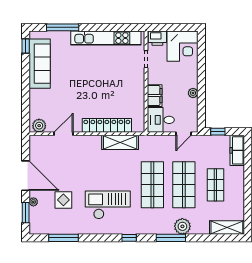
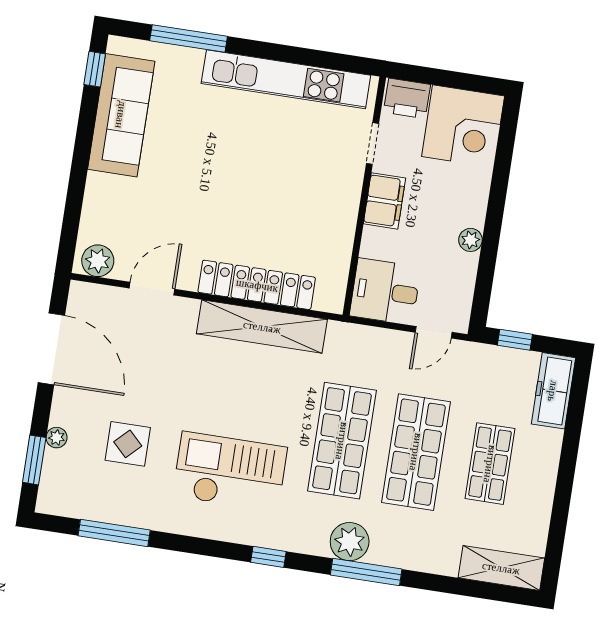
filing cabinet: (155, 96) -> (384, 201), moved
shelving: (120, 142) -> (262, 327), width x1.47
door: (26, 176) -> (51, 349), moved
plant: (182, 226) -> (350, 542), moved

